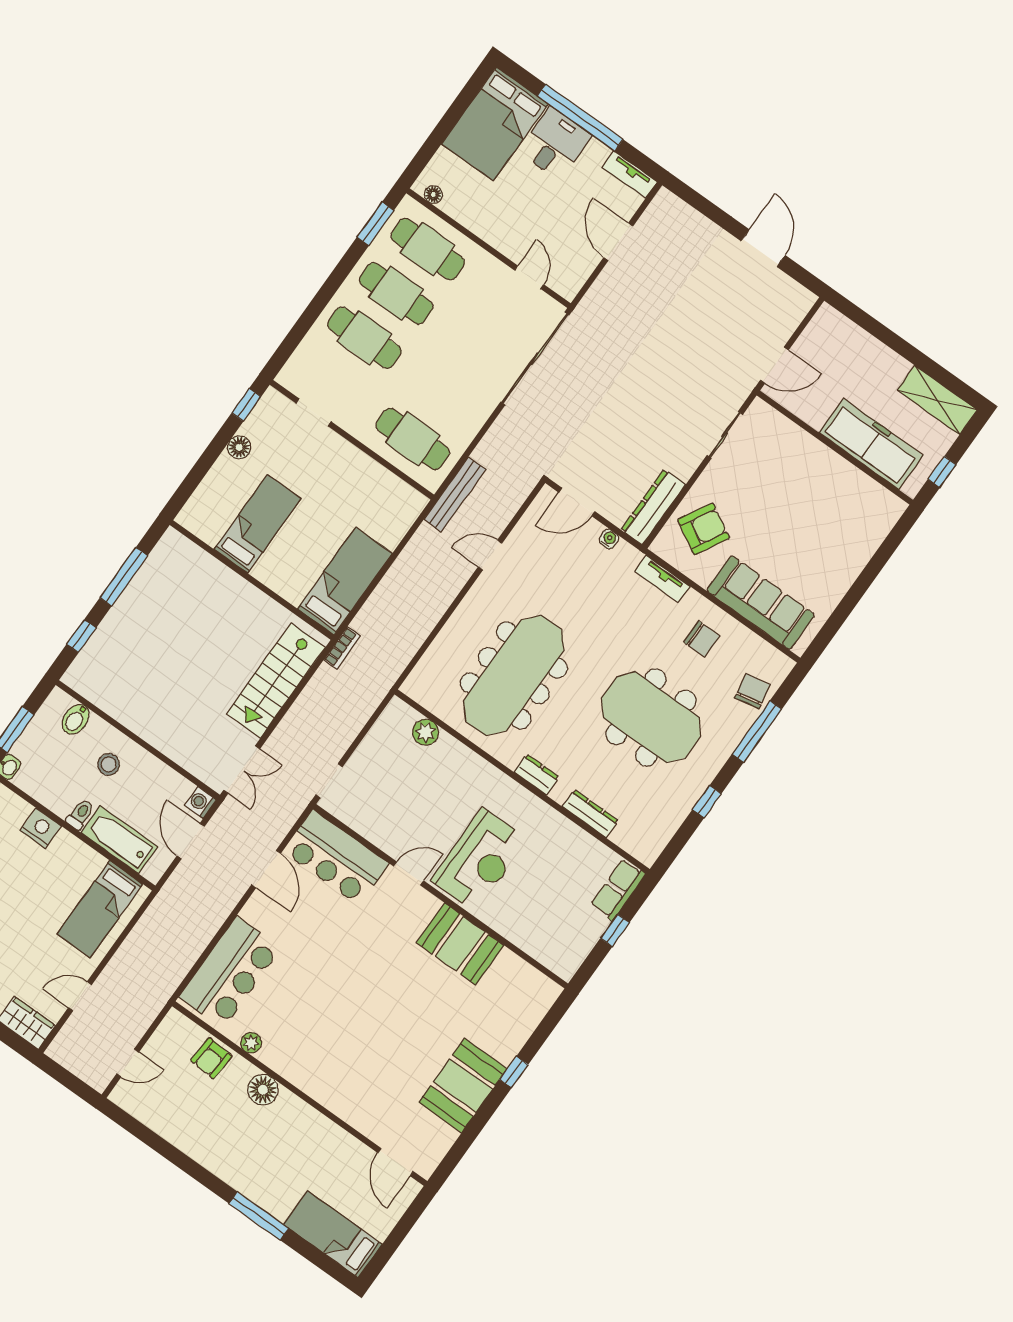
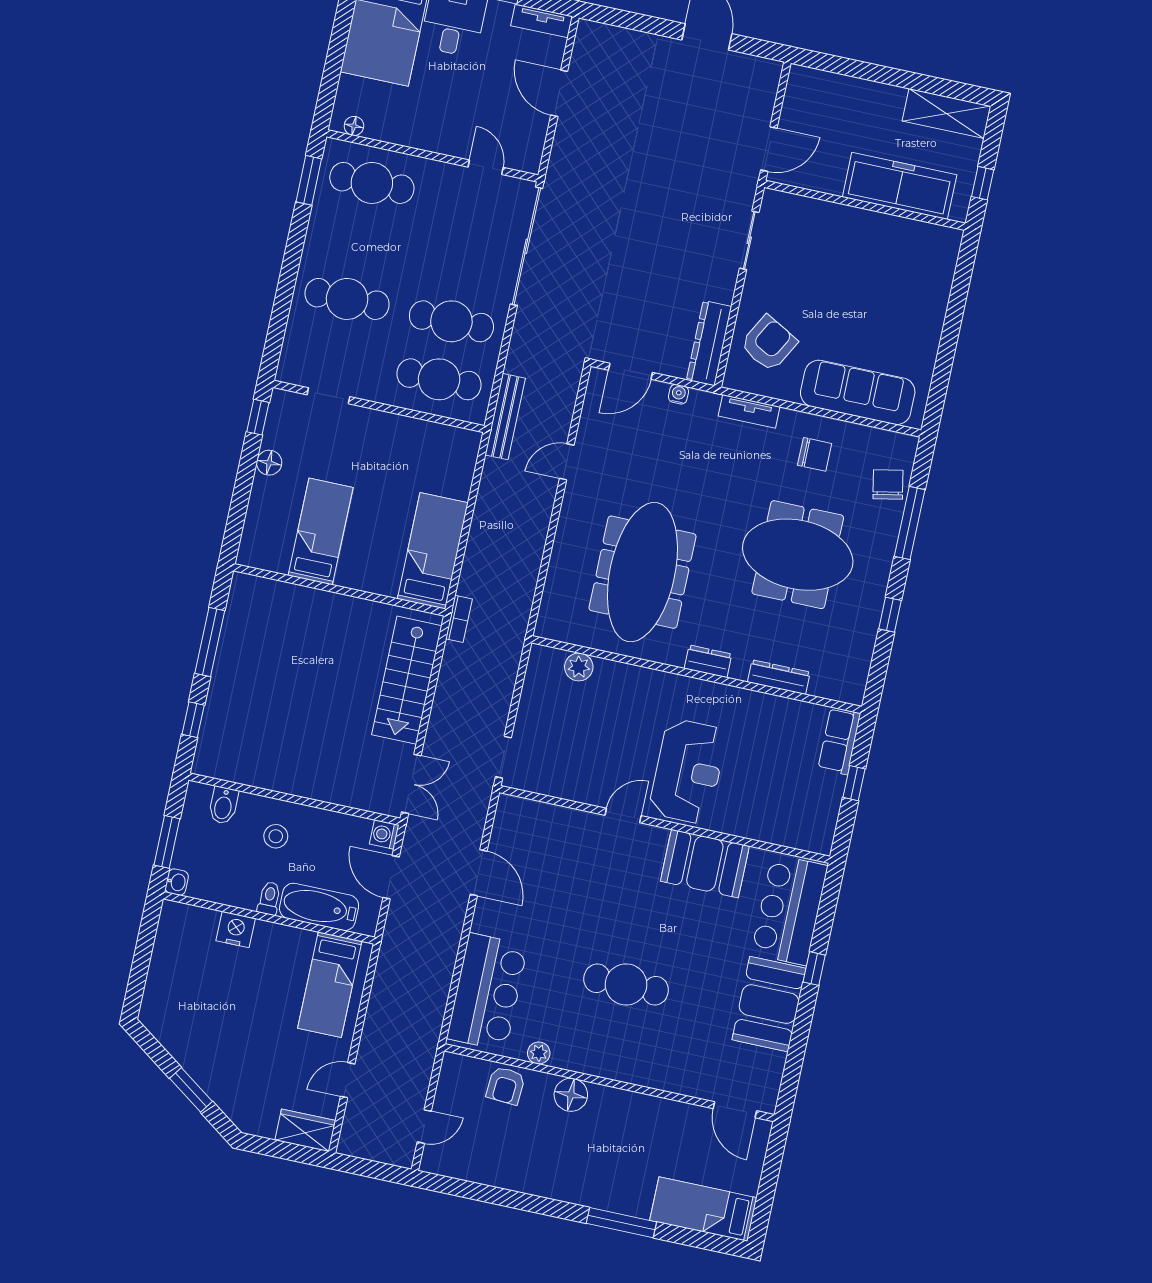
cafe table: (396, 293) -> (451, 321), moved
bar counter: (336, 857) -> (789, 910), moved, turned 90
cafe table: (350, 1017) -> (626, 984), added

